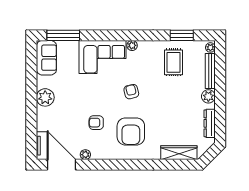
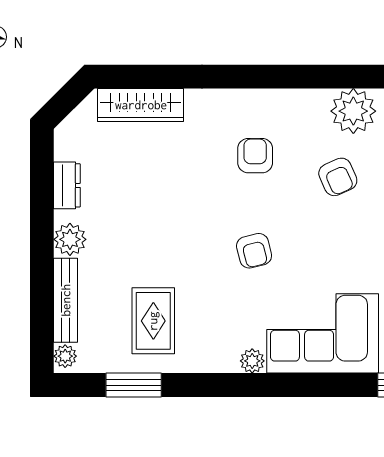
armchair: (96, 123) -> (338, 177), turned 66
dresser: (210, 123) -> (67, 185), width x0.70
armchair: (131, 131) -> (255, 156), width x0.53, depth x0.53
plant: (85, 155) -> (353, 111), width x1.88, depth x1.88

